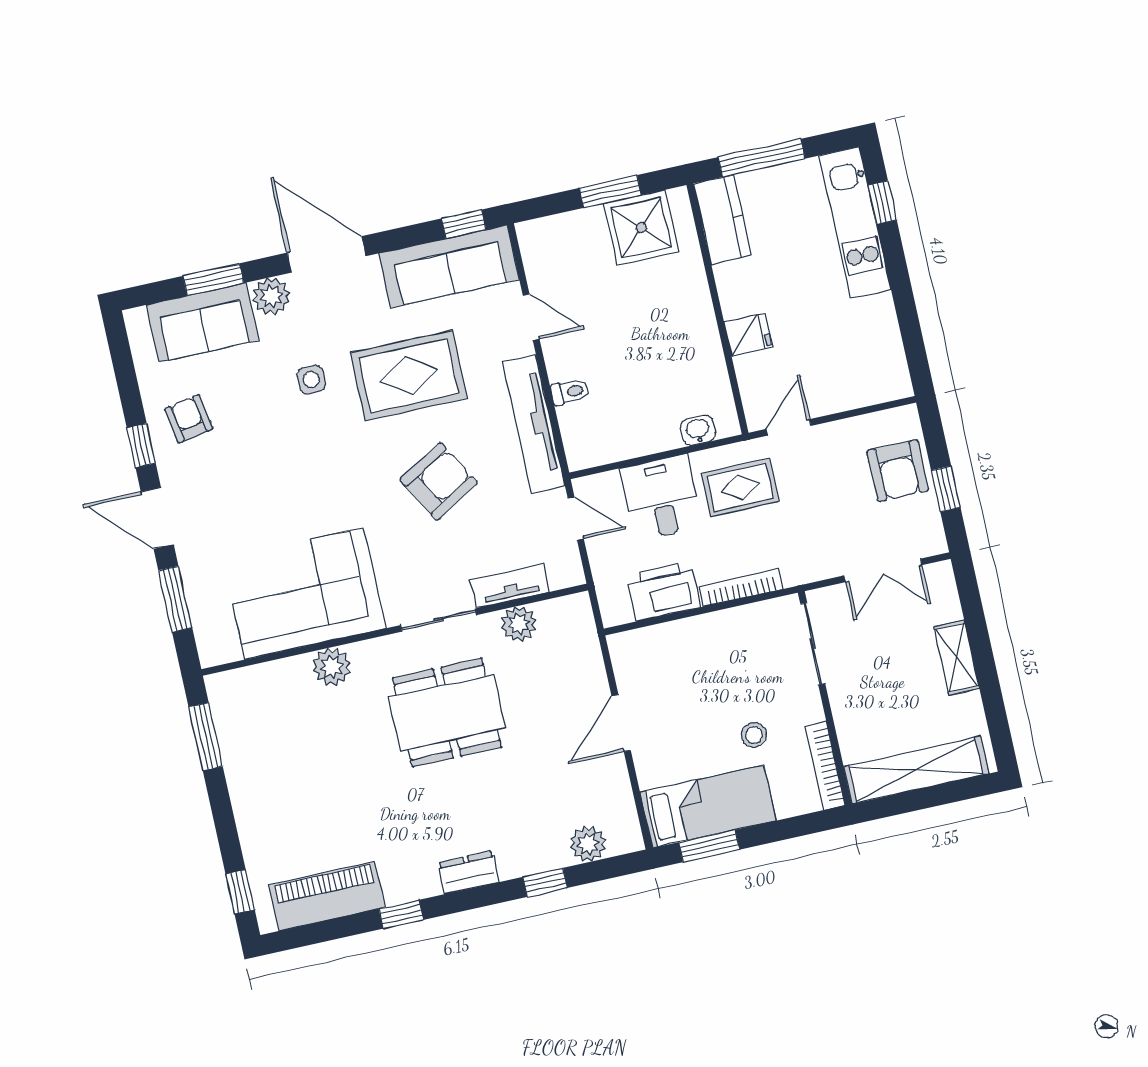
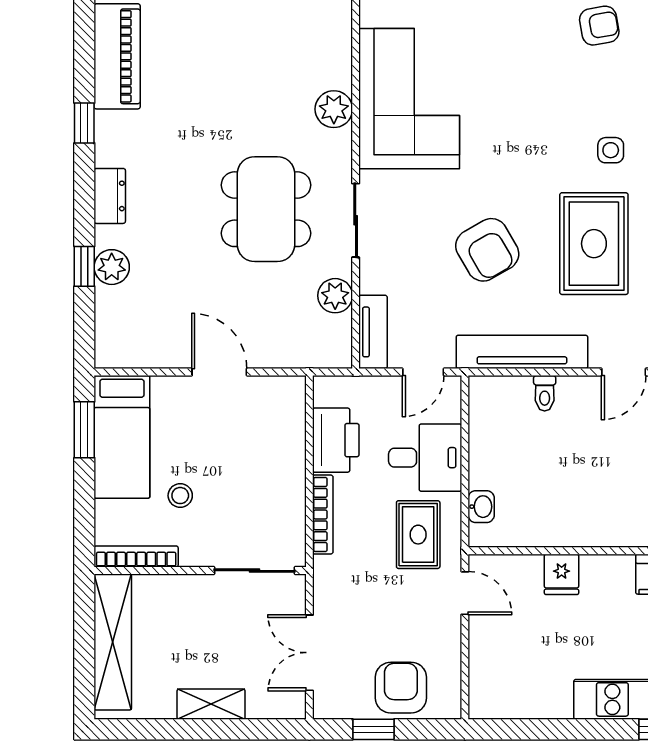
armchair: (898, 471) -> (401, 688), turned 90
tv unit: (510, 586) -> (373, 332), moved
plant: (588, 844) -> (112, 267), moved

